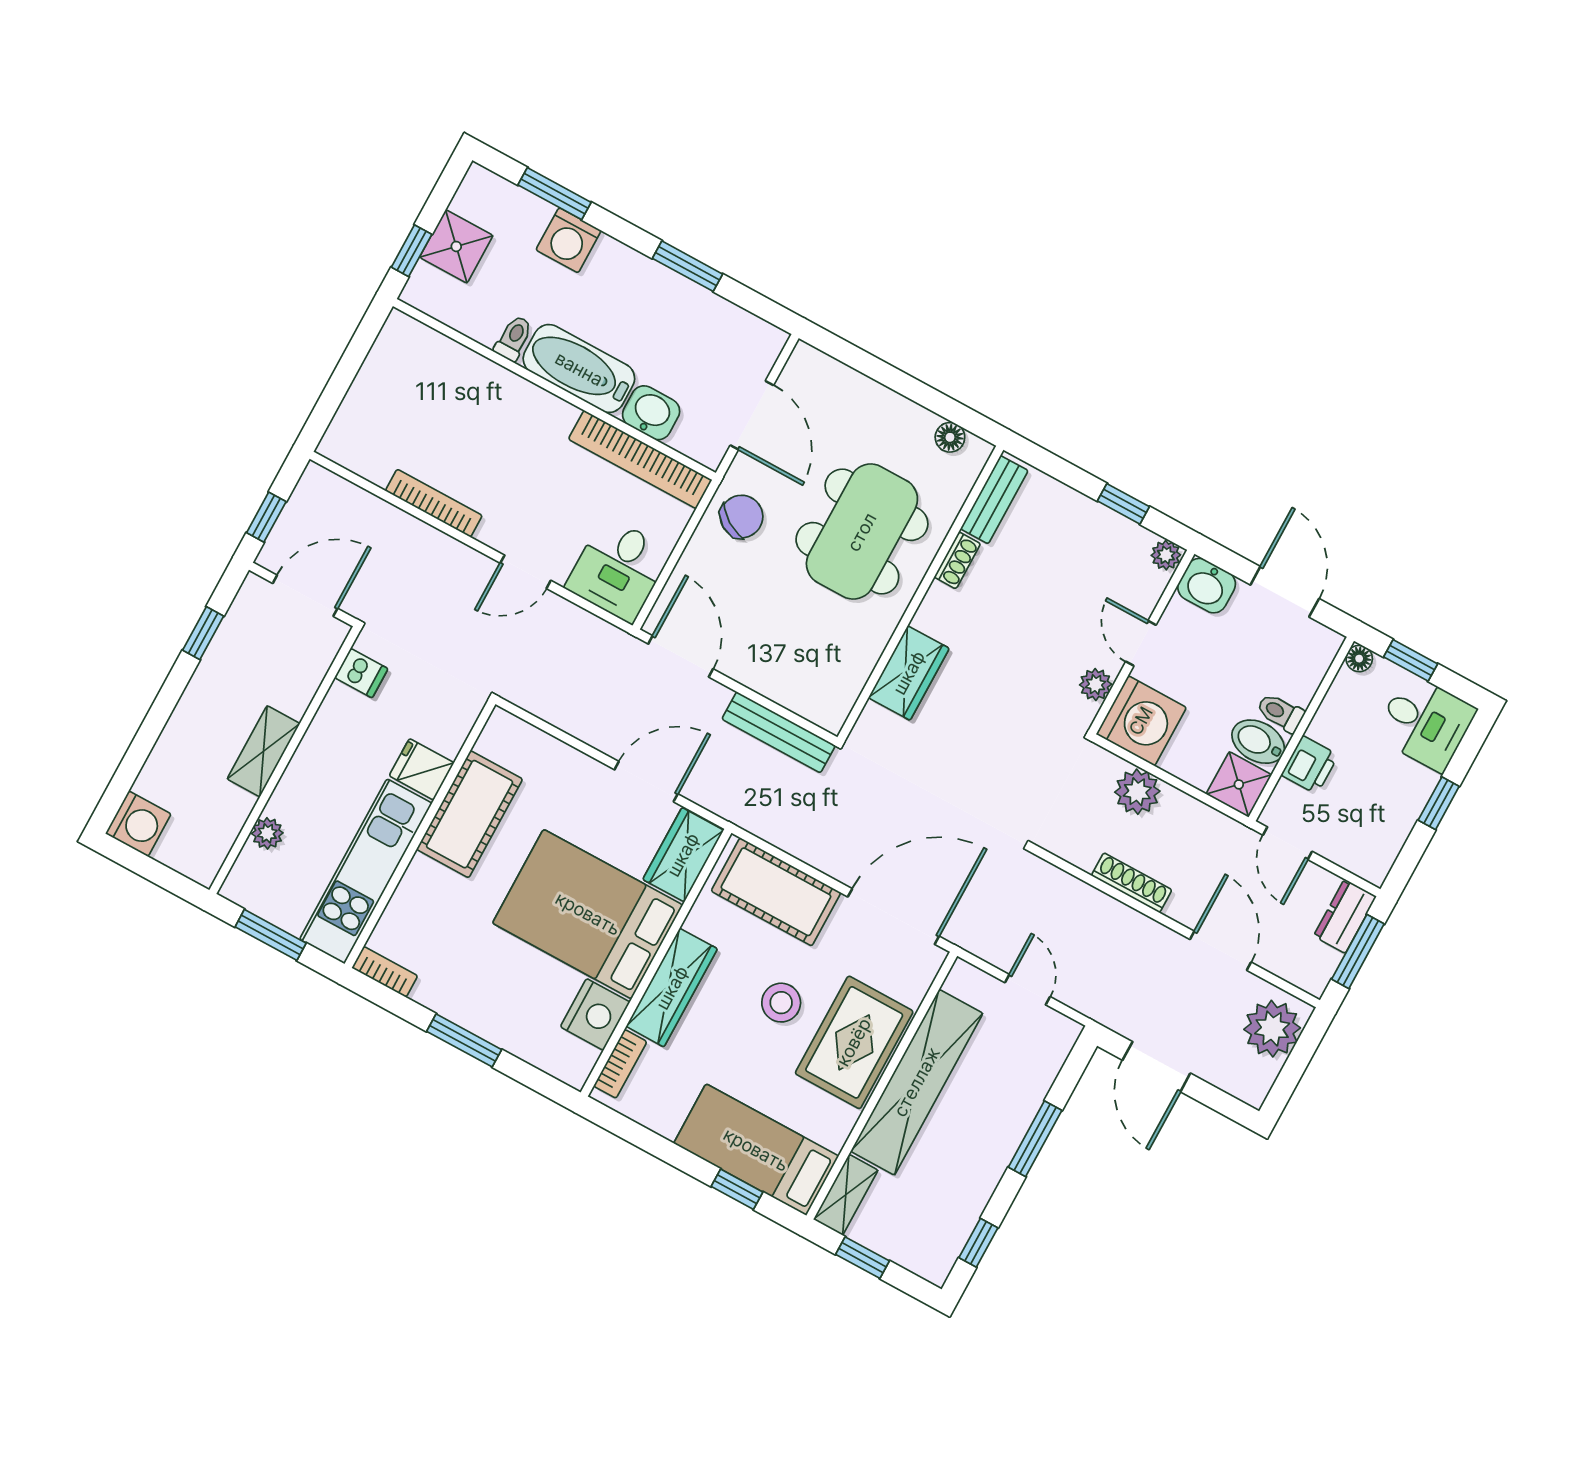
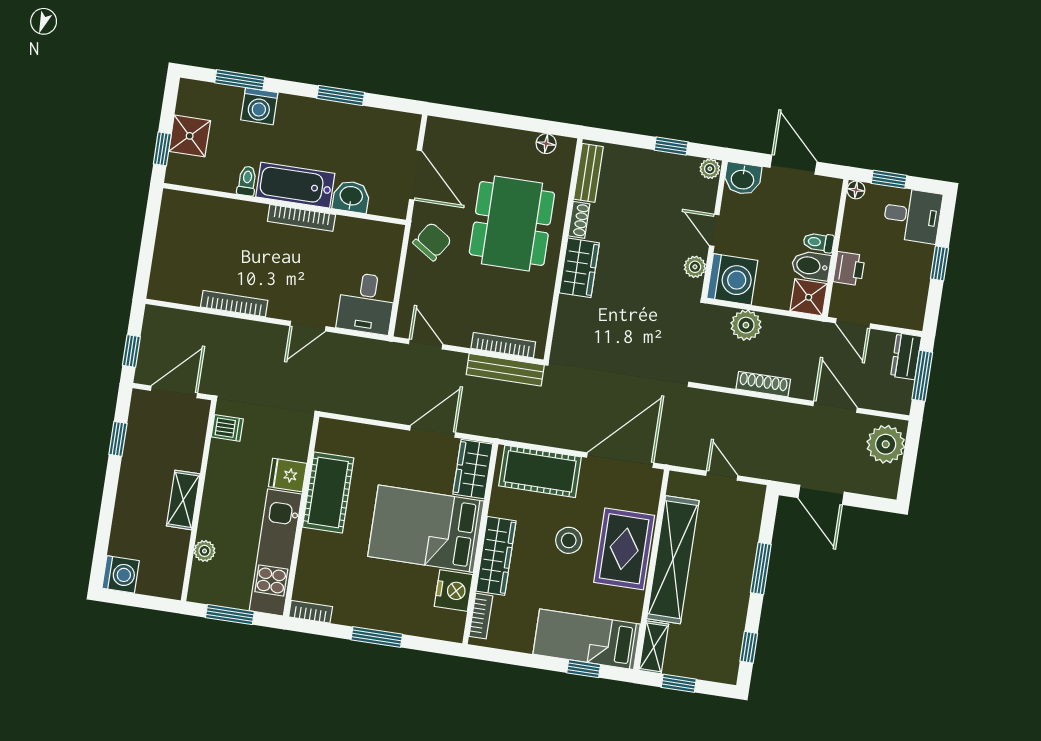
bookcase: (640, 460) -> (301, 218), moved, width x0.68, depth x0.76
door: (681, 656) -> (426, 344), width x0.73
wardrobe: (909, 673) -> (579, 268), moved
bookcase: (788, 697) -> (503, 345), added

